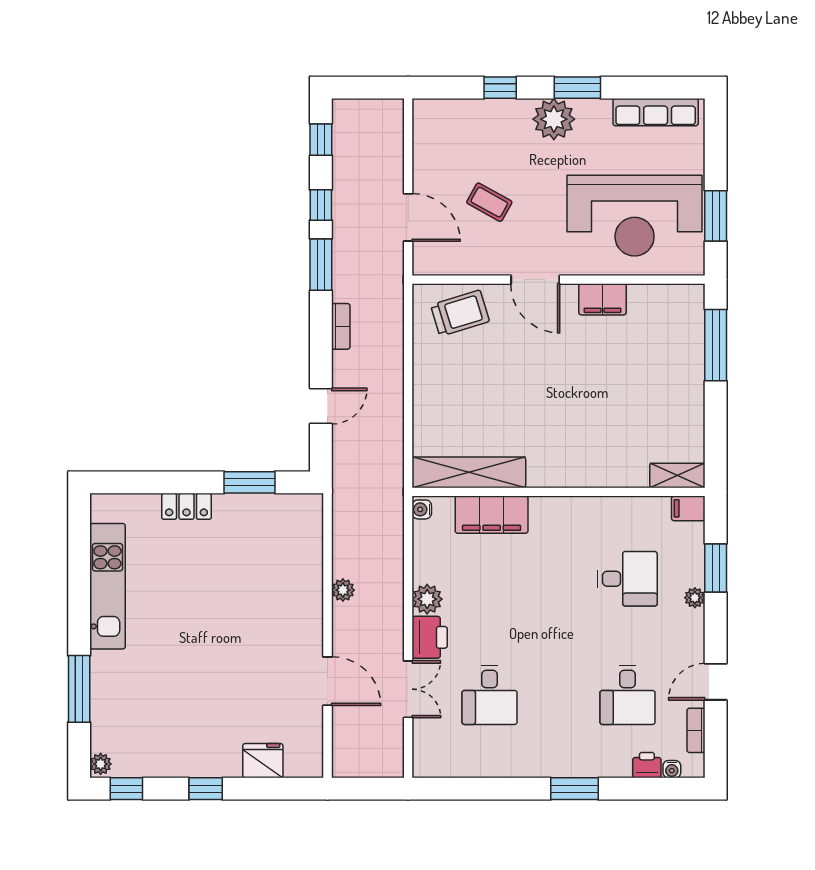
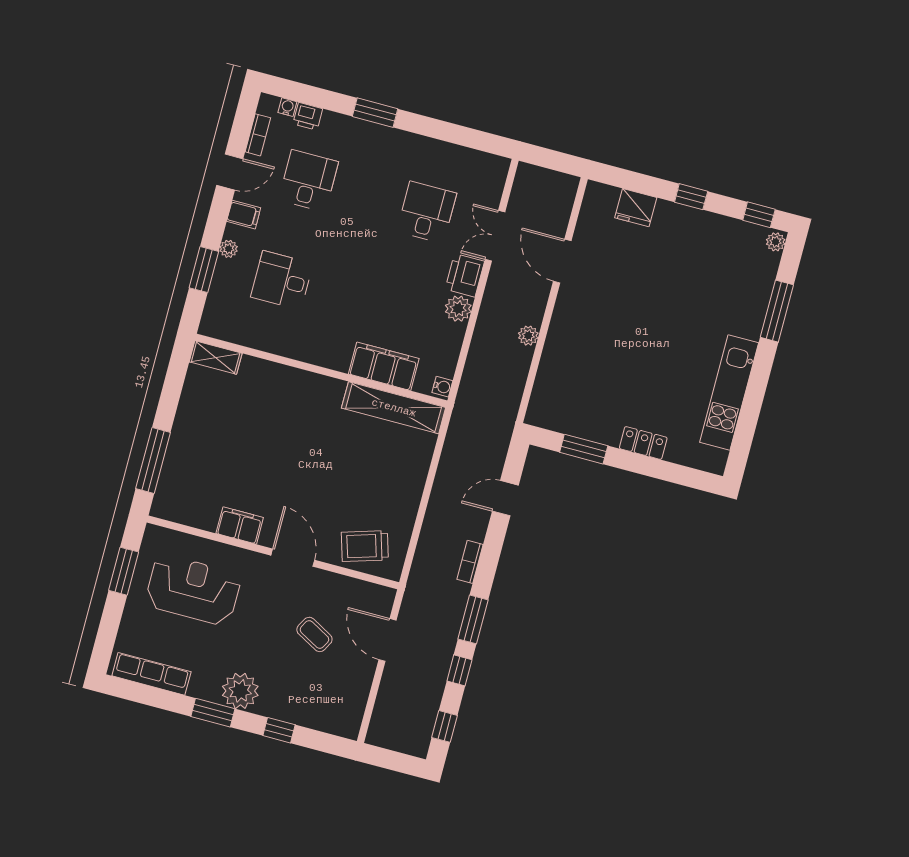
reception desk: (635, 216) -> (193, 590), width x0.74, depth x0.77
filing cabinet: (688, 508) -> (244, 215), moved

